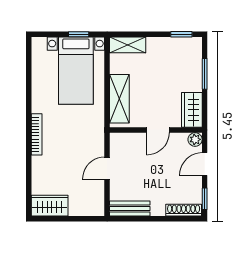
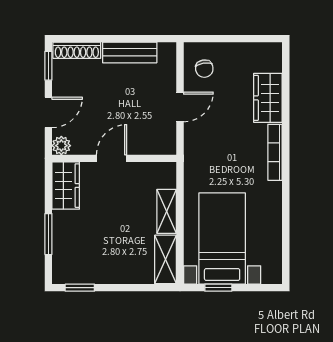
shelving: (128, 45) -> (166, 259), moved, turned 90
shelving: (119, 99) -> (167, 211), width x0.67, depth x0.75
chair: (89, 196) -> (204, 69), added
wardrobe: (50, 206) -> (268, 98), moved, turned 90
bench: (130, 208) -> (130, 52), moved

